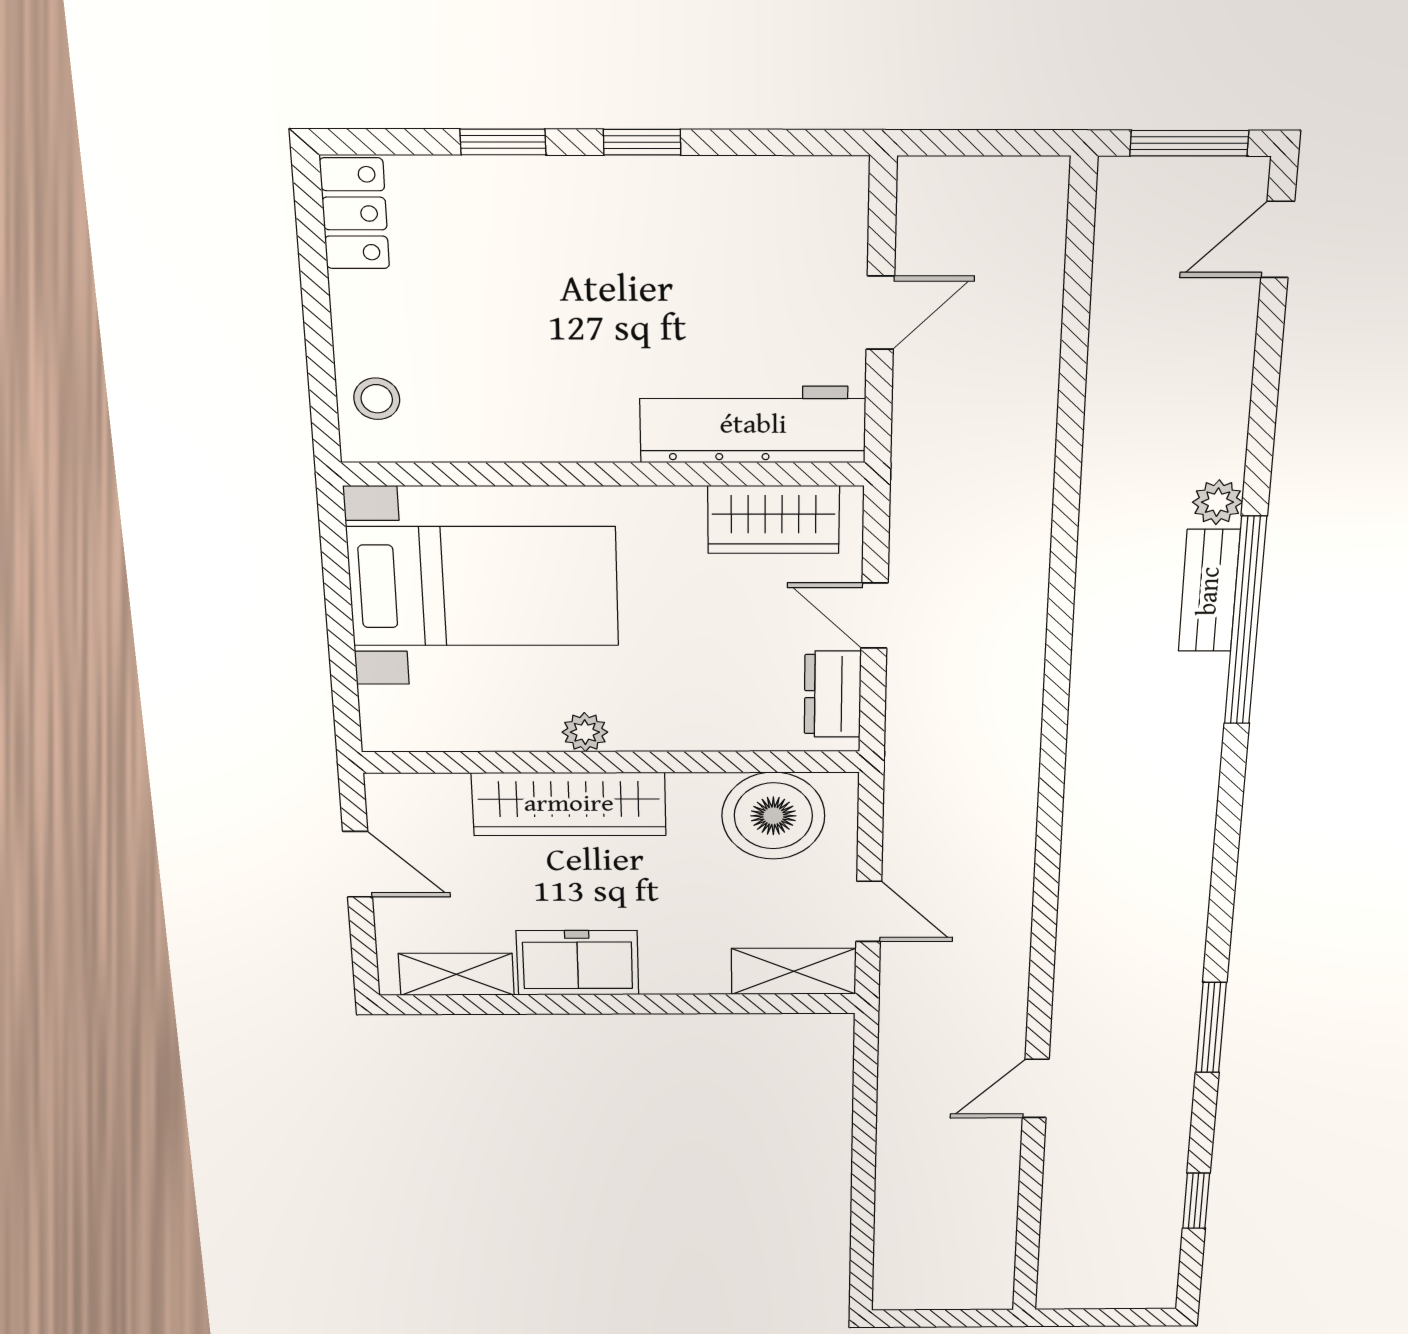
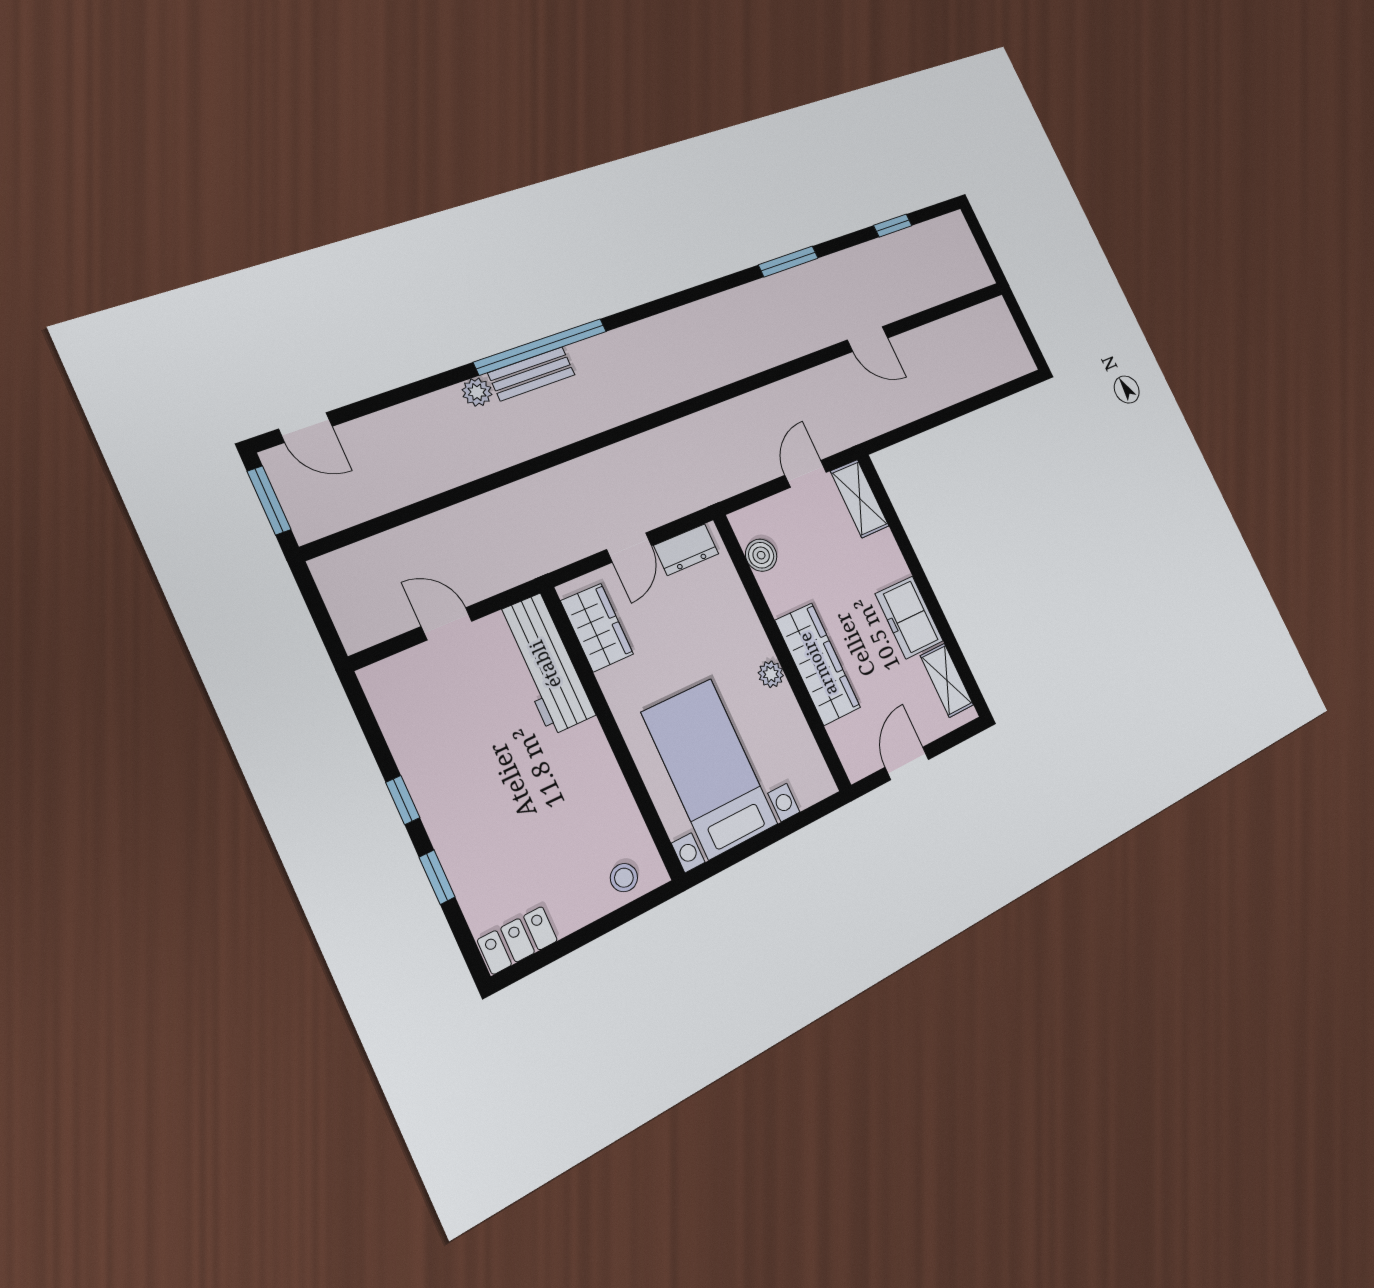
boiler: (773, 816) -> (761, 555), width x0.54, depth x0.54

